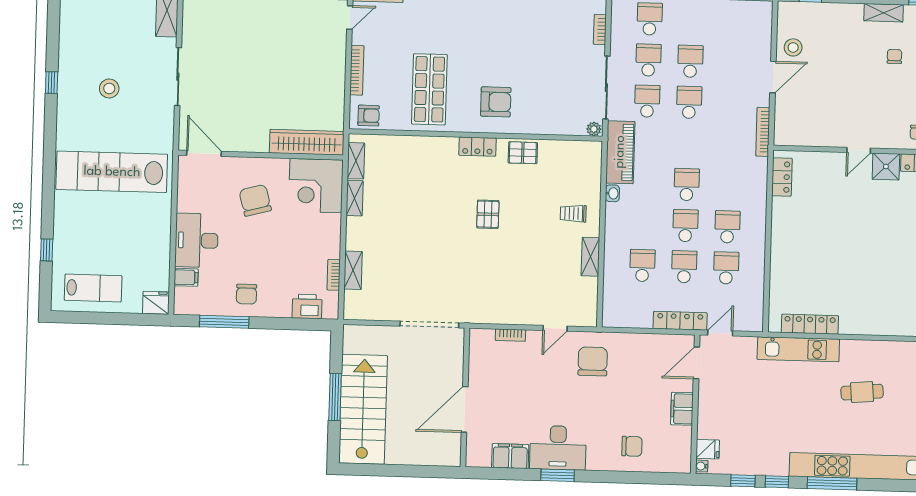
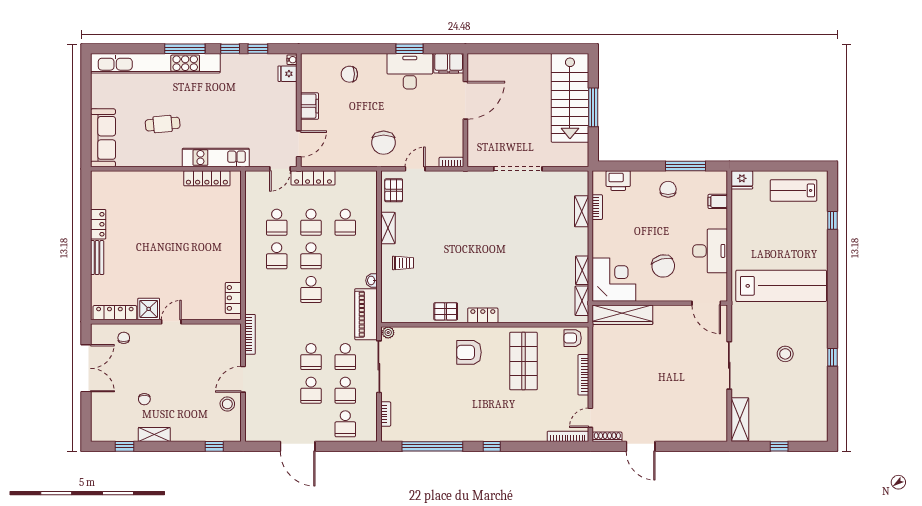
pallet: (488, 214) -> (394, 190), moved
desk: (197, 240) -> (710, 251), moved
wall: (465, 397) -> (465, 110), moved
door: (465, 409) -> (465, 100), moved

